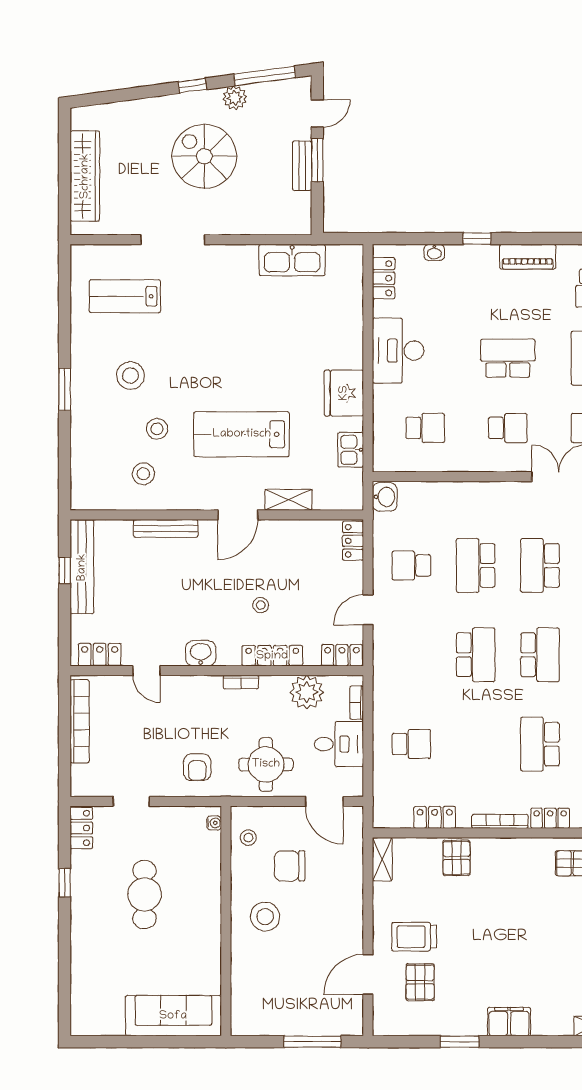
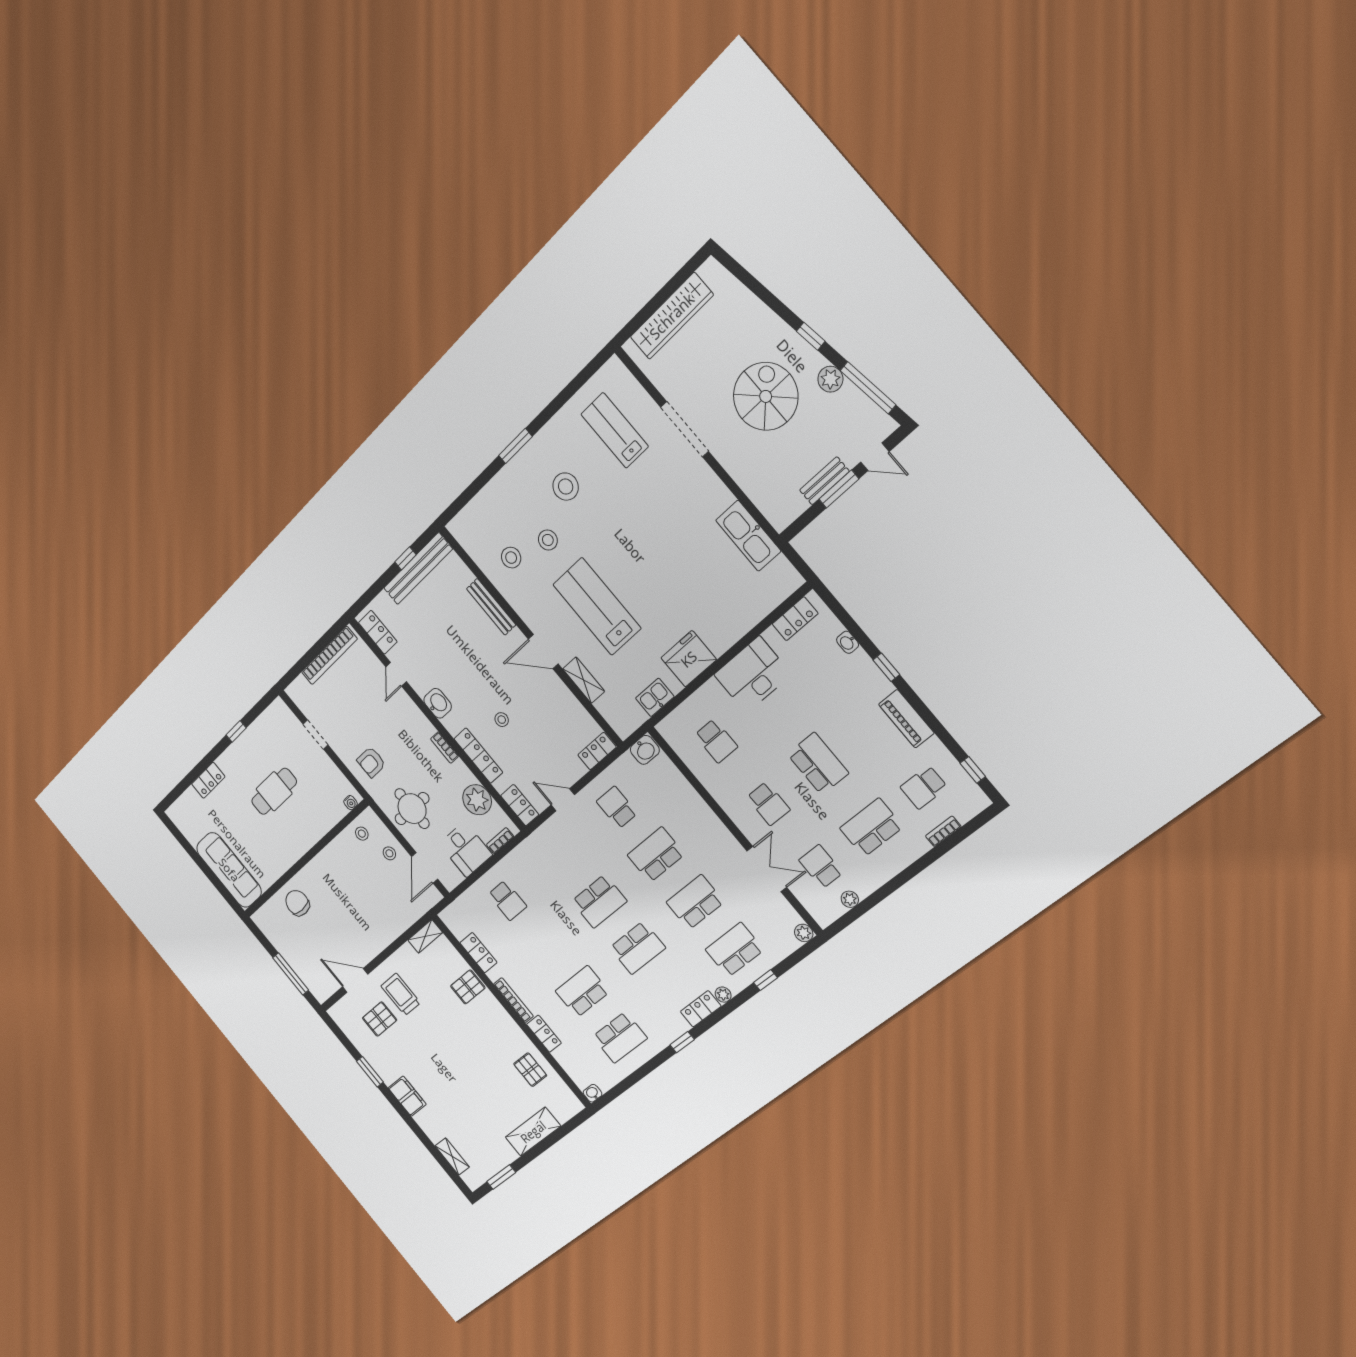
locker: (81, 828) -> (208, 780), moved
chair: (290, 866) -> (297, 903), moved
stool: (265, 917) -> (389, 853), moved, width x0.53, depth x0.53

